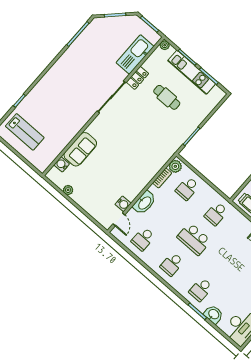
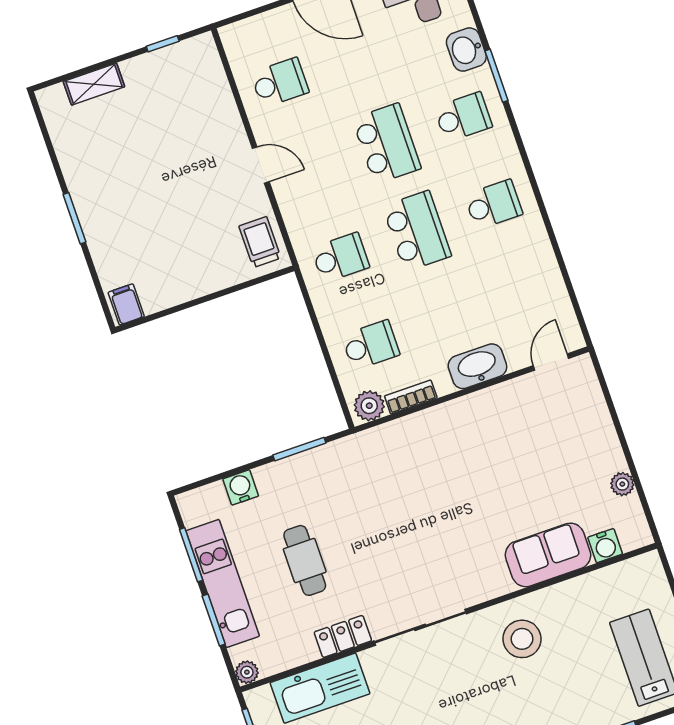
stool: (72, 114) -> (522, 639), added
water cooler: (123, 204) -> (241, 487), moved
school desk: (143, 239) -> (387, 144), moved, width x1.85

